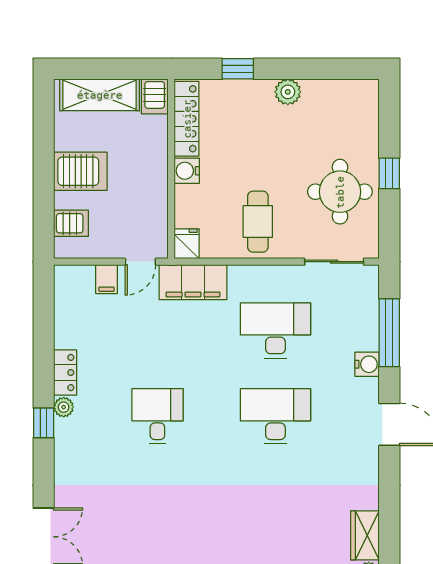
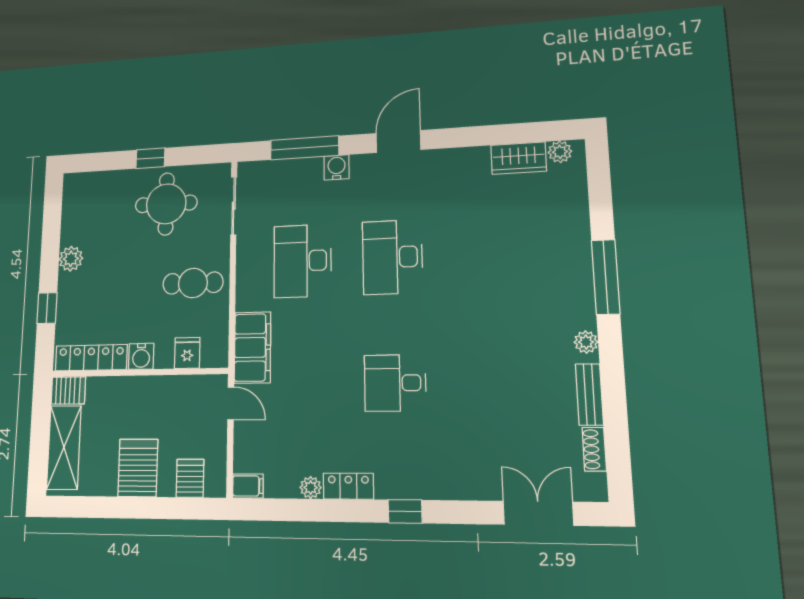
fridge: (187, 244) -> (187, 353), moved, turned 90
filing cabinet: (106, 279) -> (248, 486), moved
plant: (64, 407) -> (311, 487), moved

